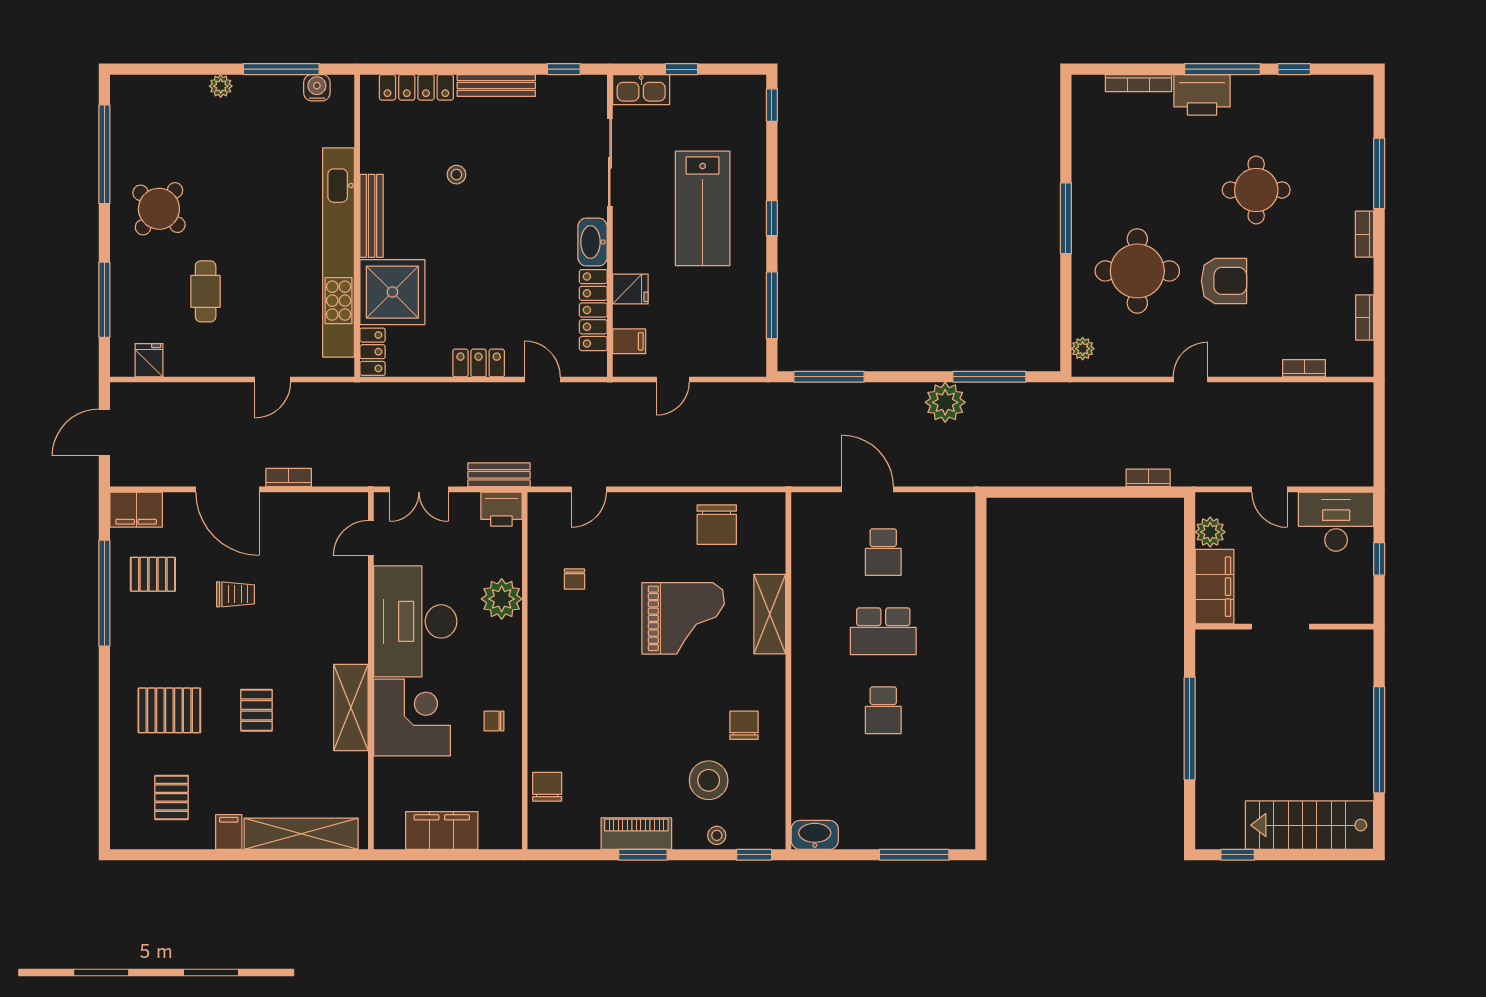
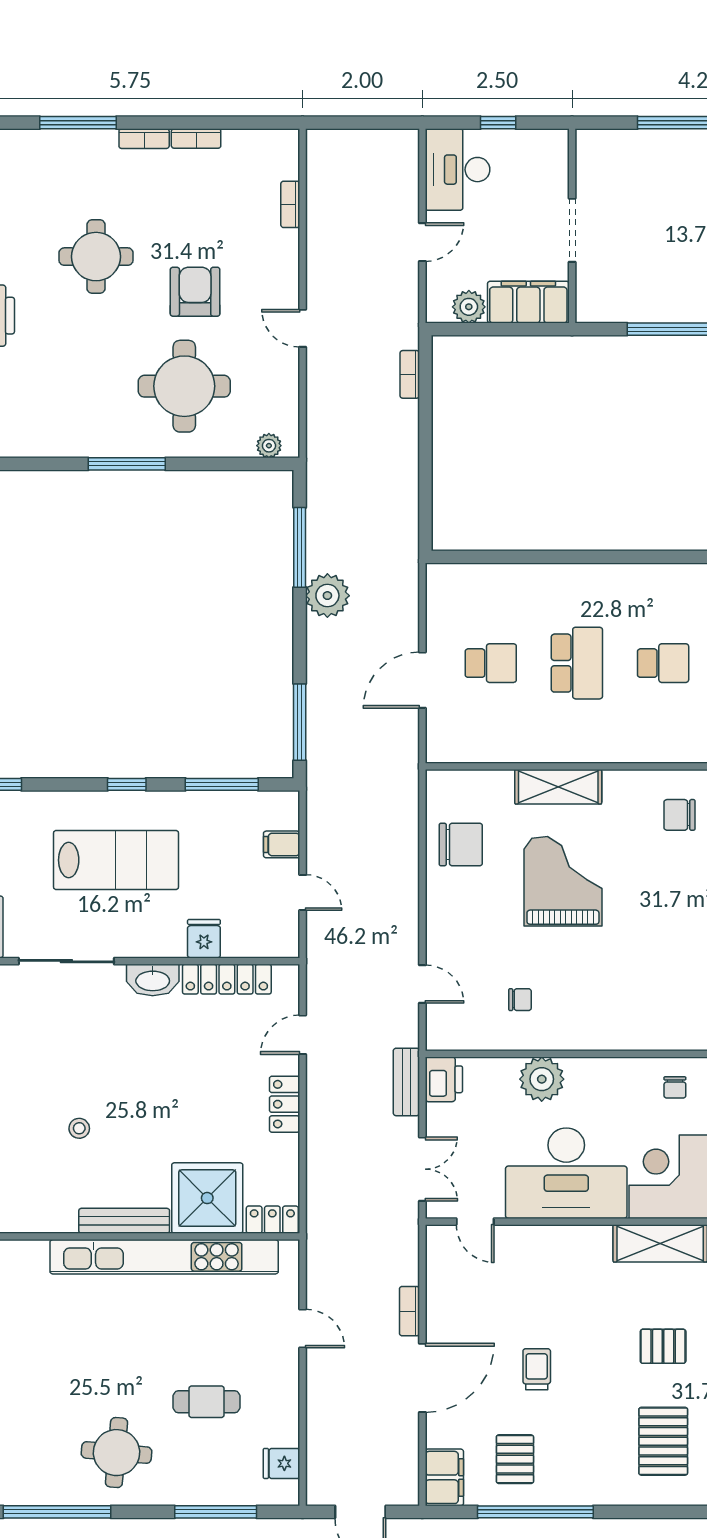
round table: (159, 209) -> (116, 1453), turned -36
bookcase: (1365, 317) -> (196, 138), moved
filing cabinet: (629, 341) -> (282, 844), moved, turned -90

